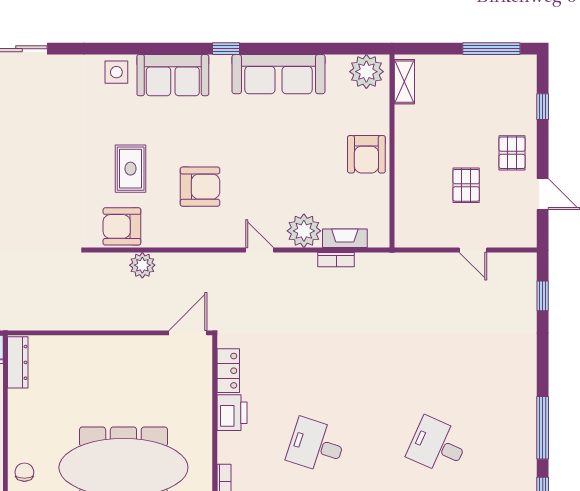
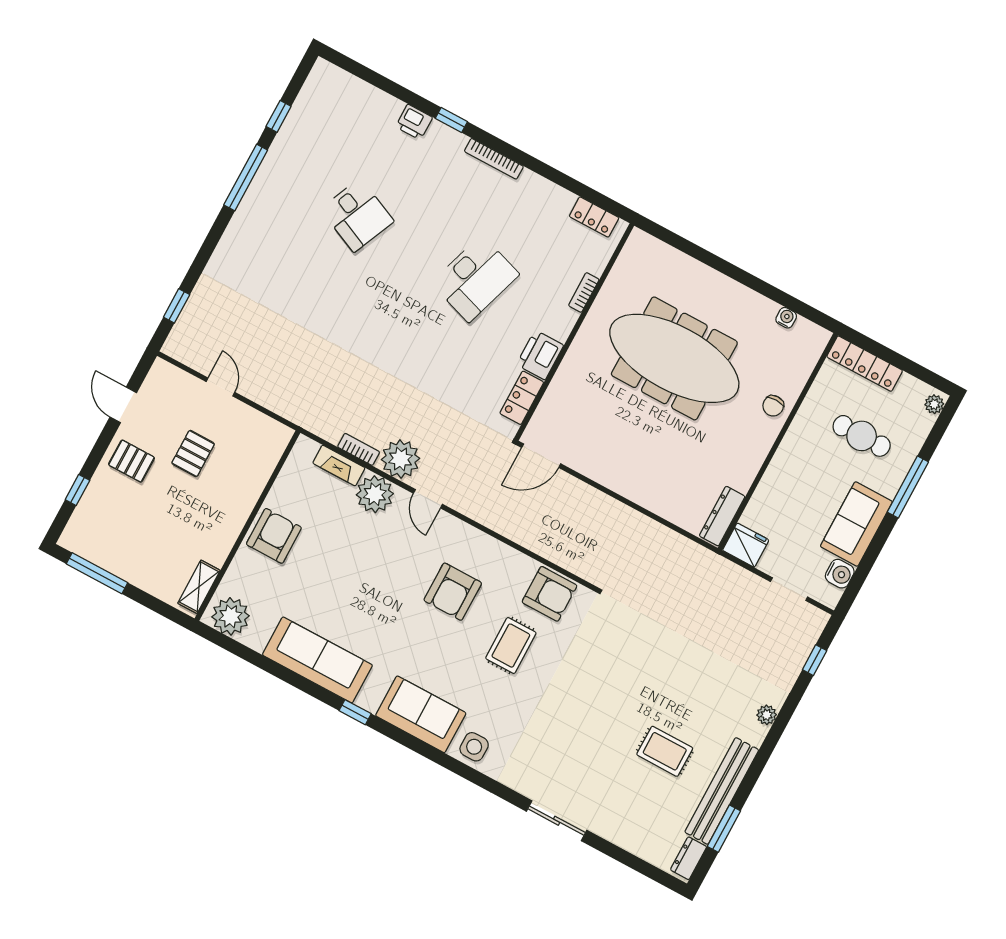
pallet: (512, 153) -> (131, 461), turned 90
armchair: (200, 187) -> (453, 592), turned -90
plant: (142, 265) -> (401, 459), moved, width x1.36, depth x1.36
desk: (316, 446) -> (475, 279), width x1.37

